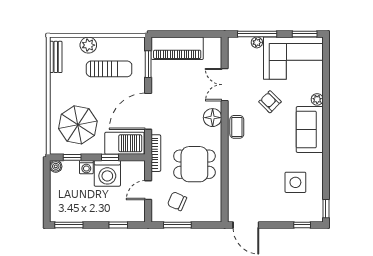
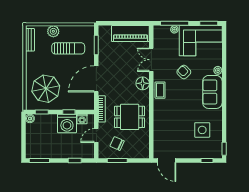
piano: (177, 48) -> (130, 34), moved
barbecue: (124, 143) -> (79, 102), removed
washing machine: (86, 167) -> (82, 119), moved

